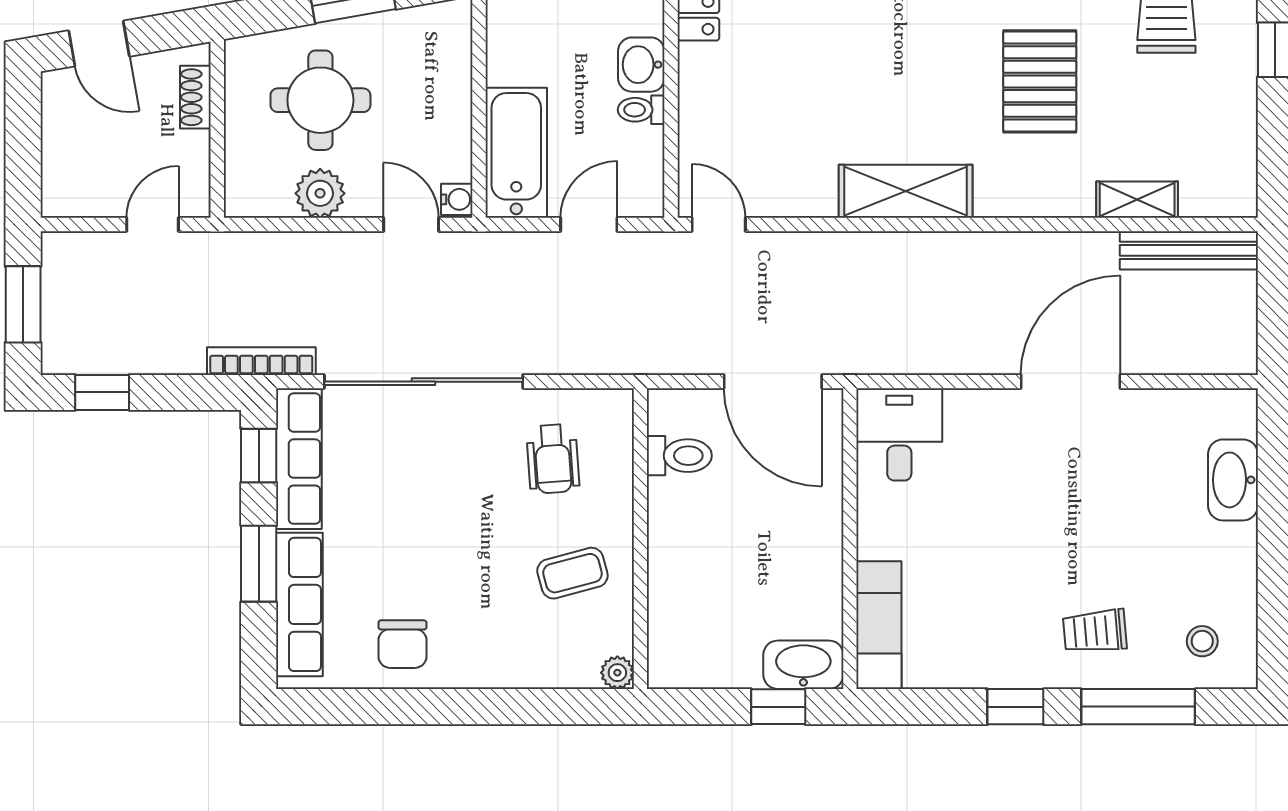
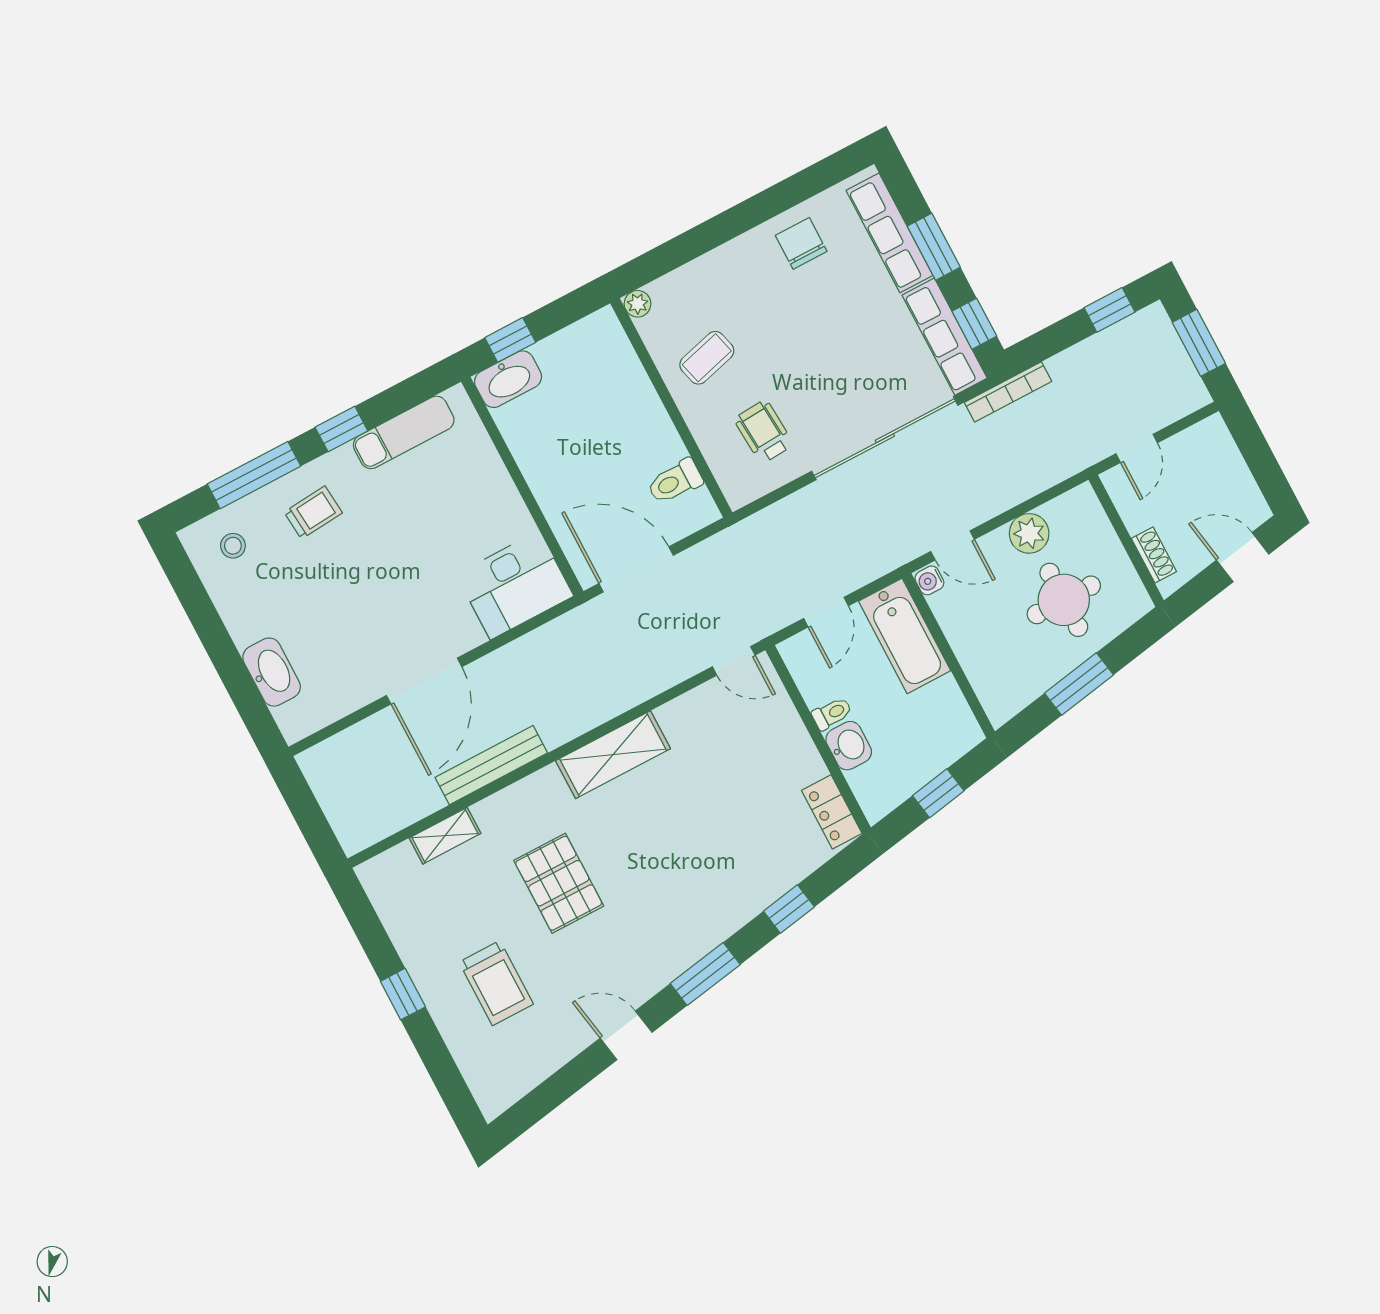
bench: (1189, 250) -> (491, 765), moved
desk: (899, 434) -> (515, 585), width x1.37
exam couch: (879, 625) -> (404, 432), moved, turned -90

